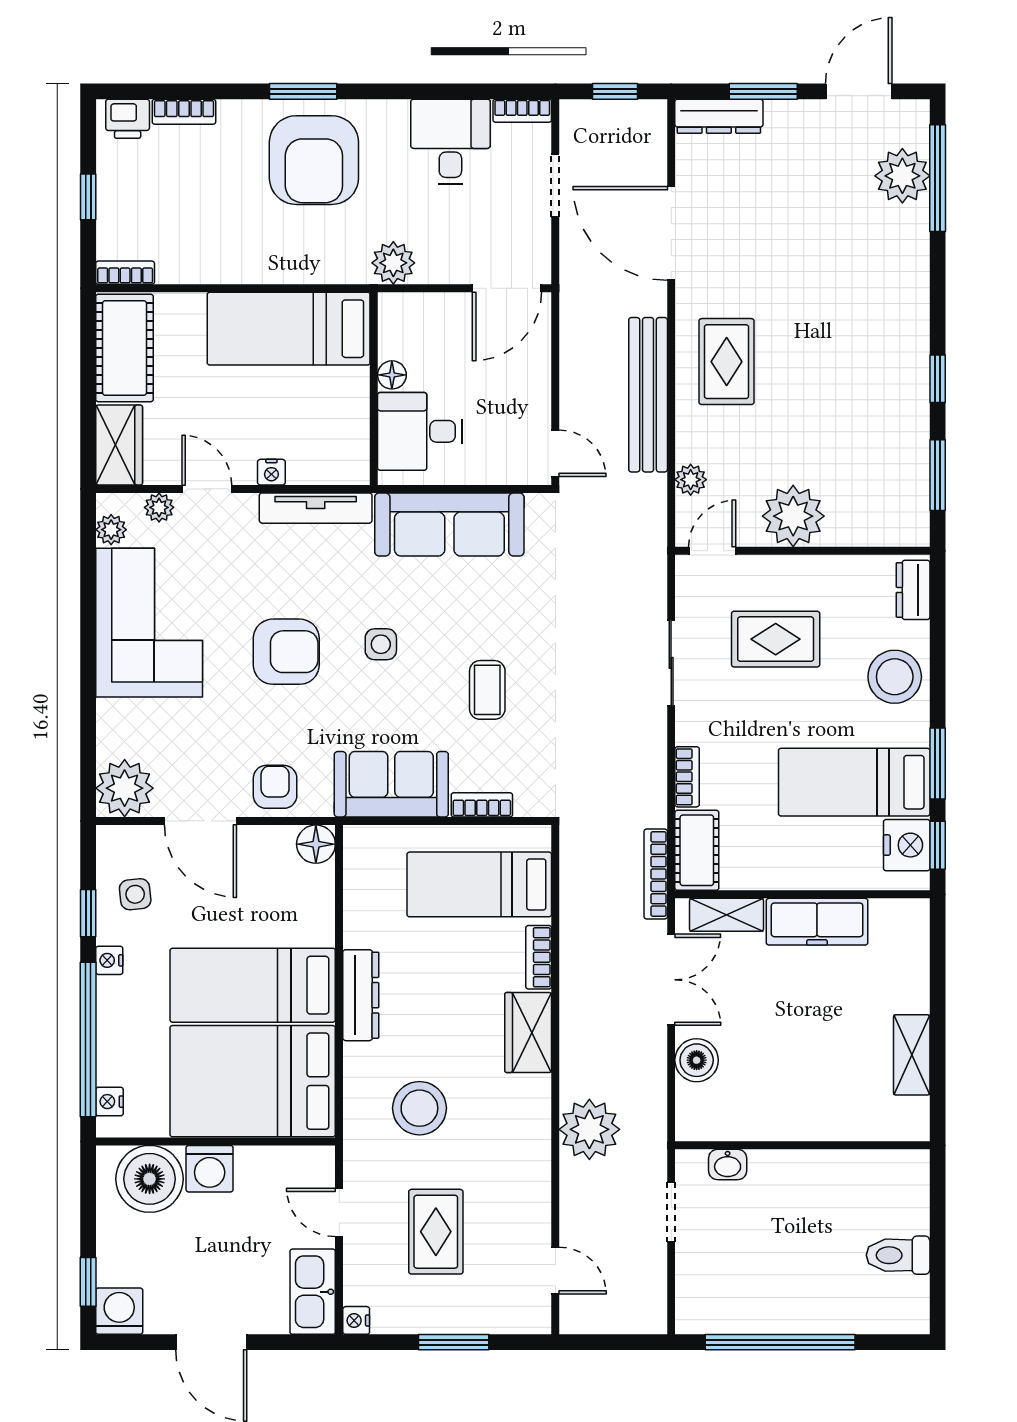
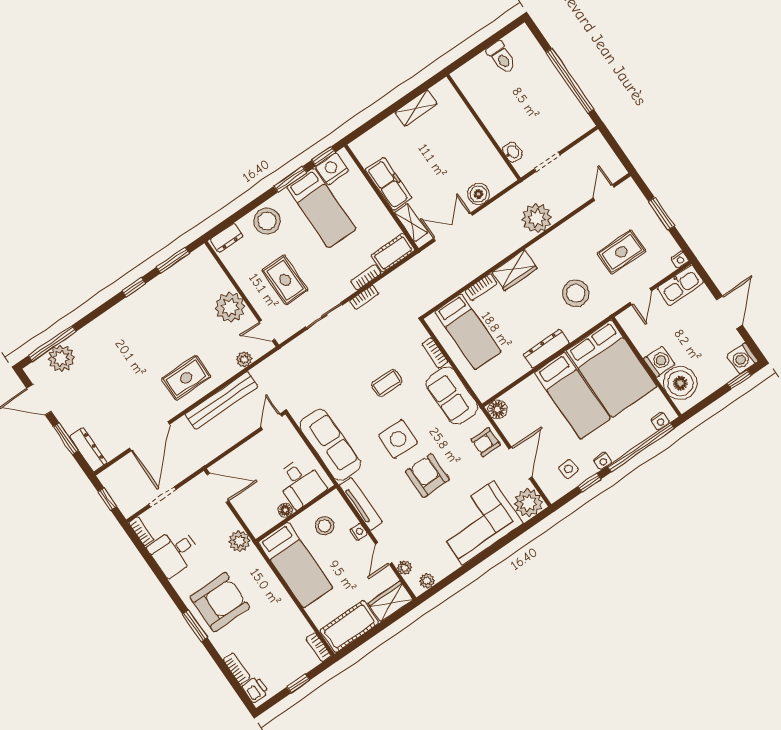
stool: (321, 423) -> (325, 526), added
corner sofa: (149, 623) -> (478, 523), moved
side table: (381, 644) -> (398, 439), width x1.87, depth x1.87
bookcase: (656, 874) -> (364, 297), moved, width x0.64

